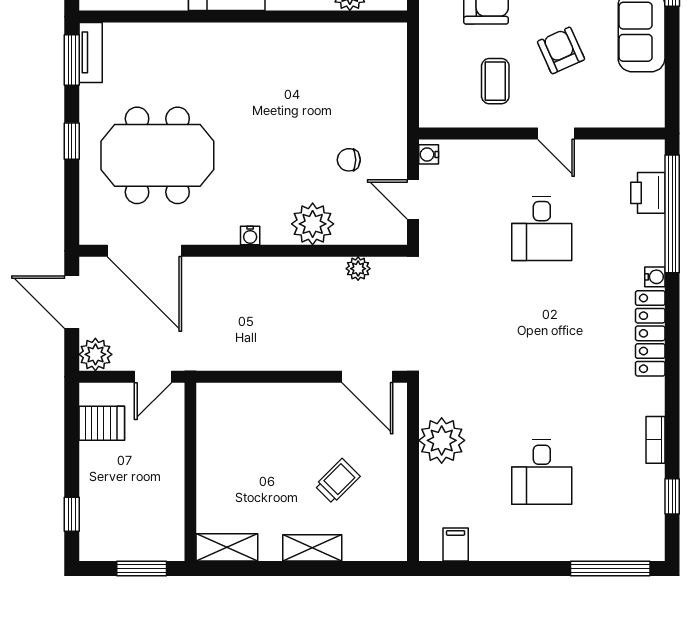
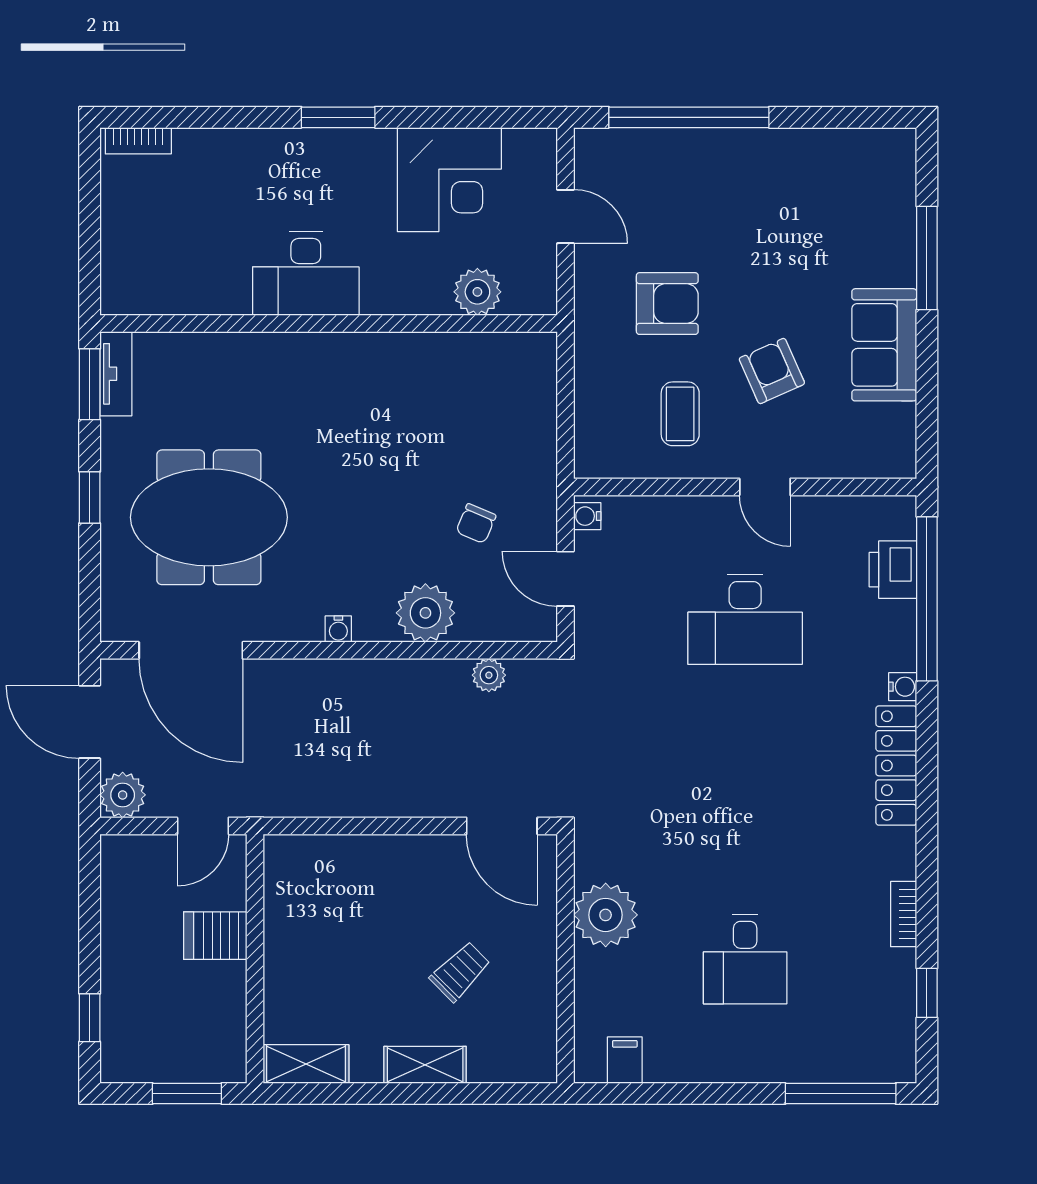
chair: (349, 160) -> (476, 524), turned -67
desk: (542, 229) -> (745, 619), width x1.37
server rack: (102, 423) -> (215, 936), moved, turned 180

